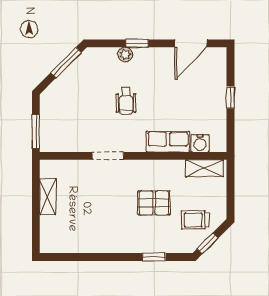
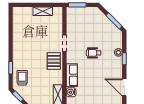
pallet: (154, 203) -> (54, 61), moved
trolley: (195, 220) -> (22, 78), moved

